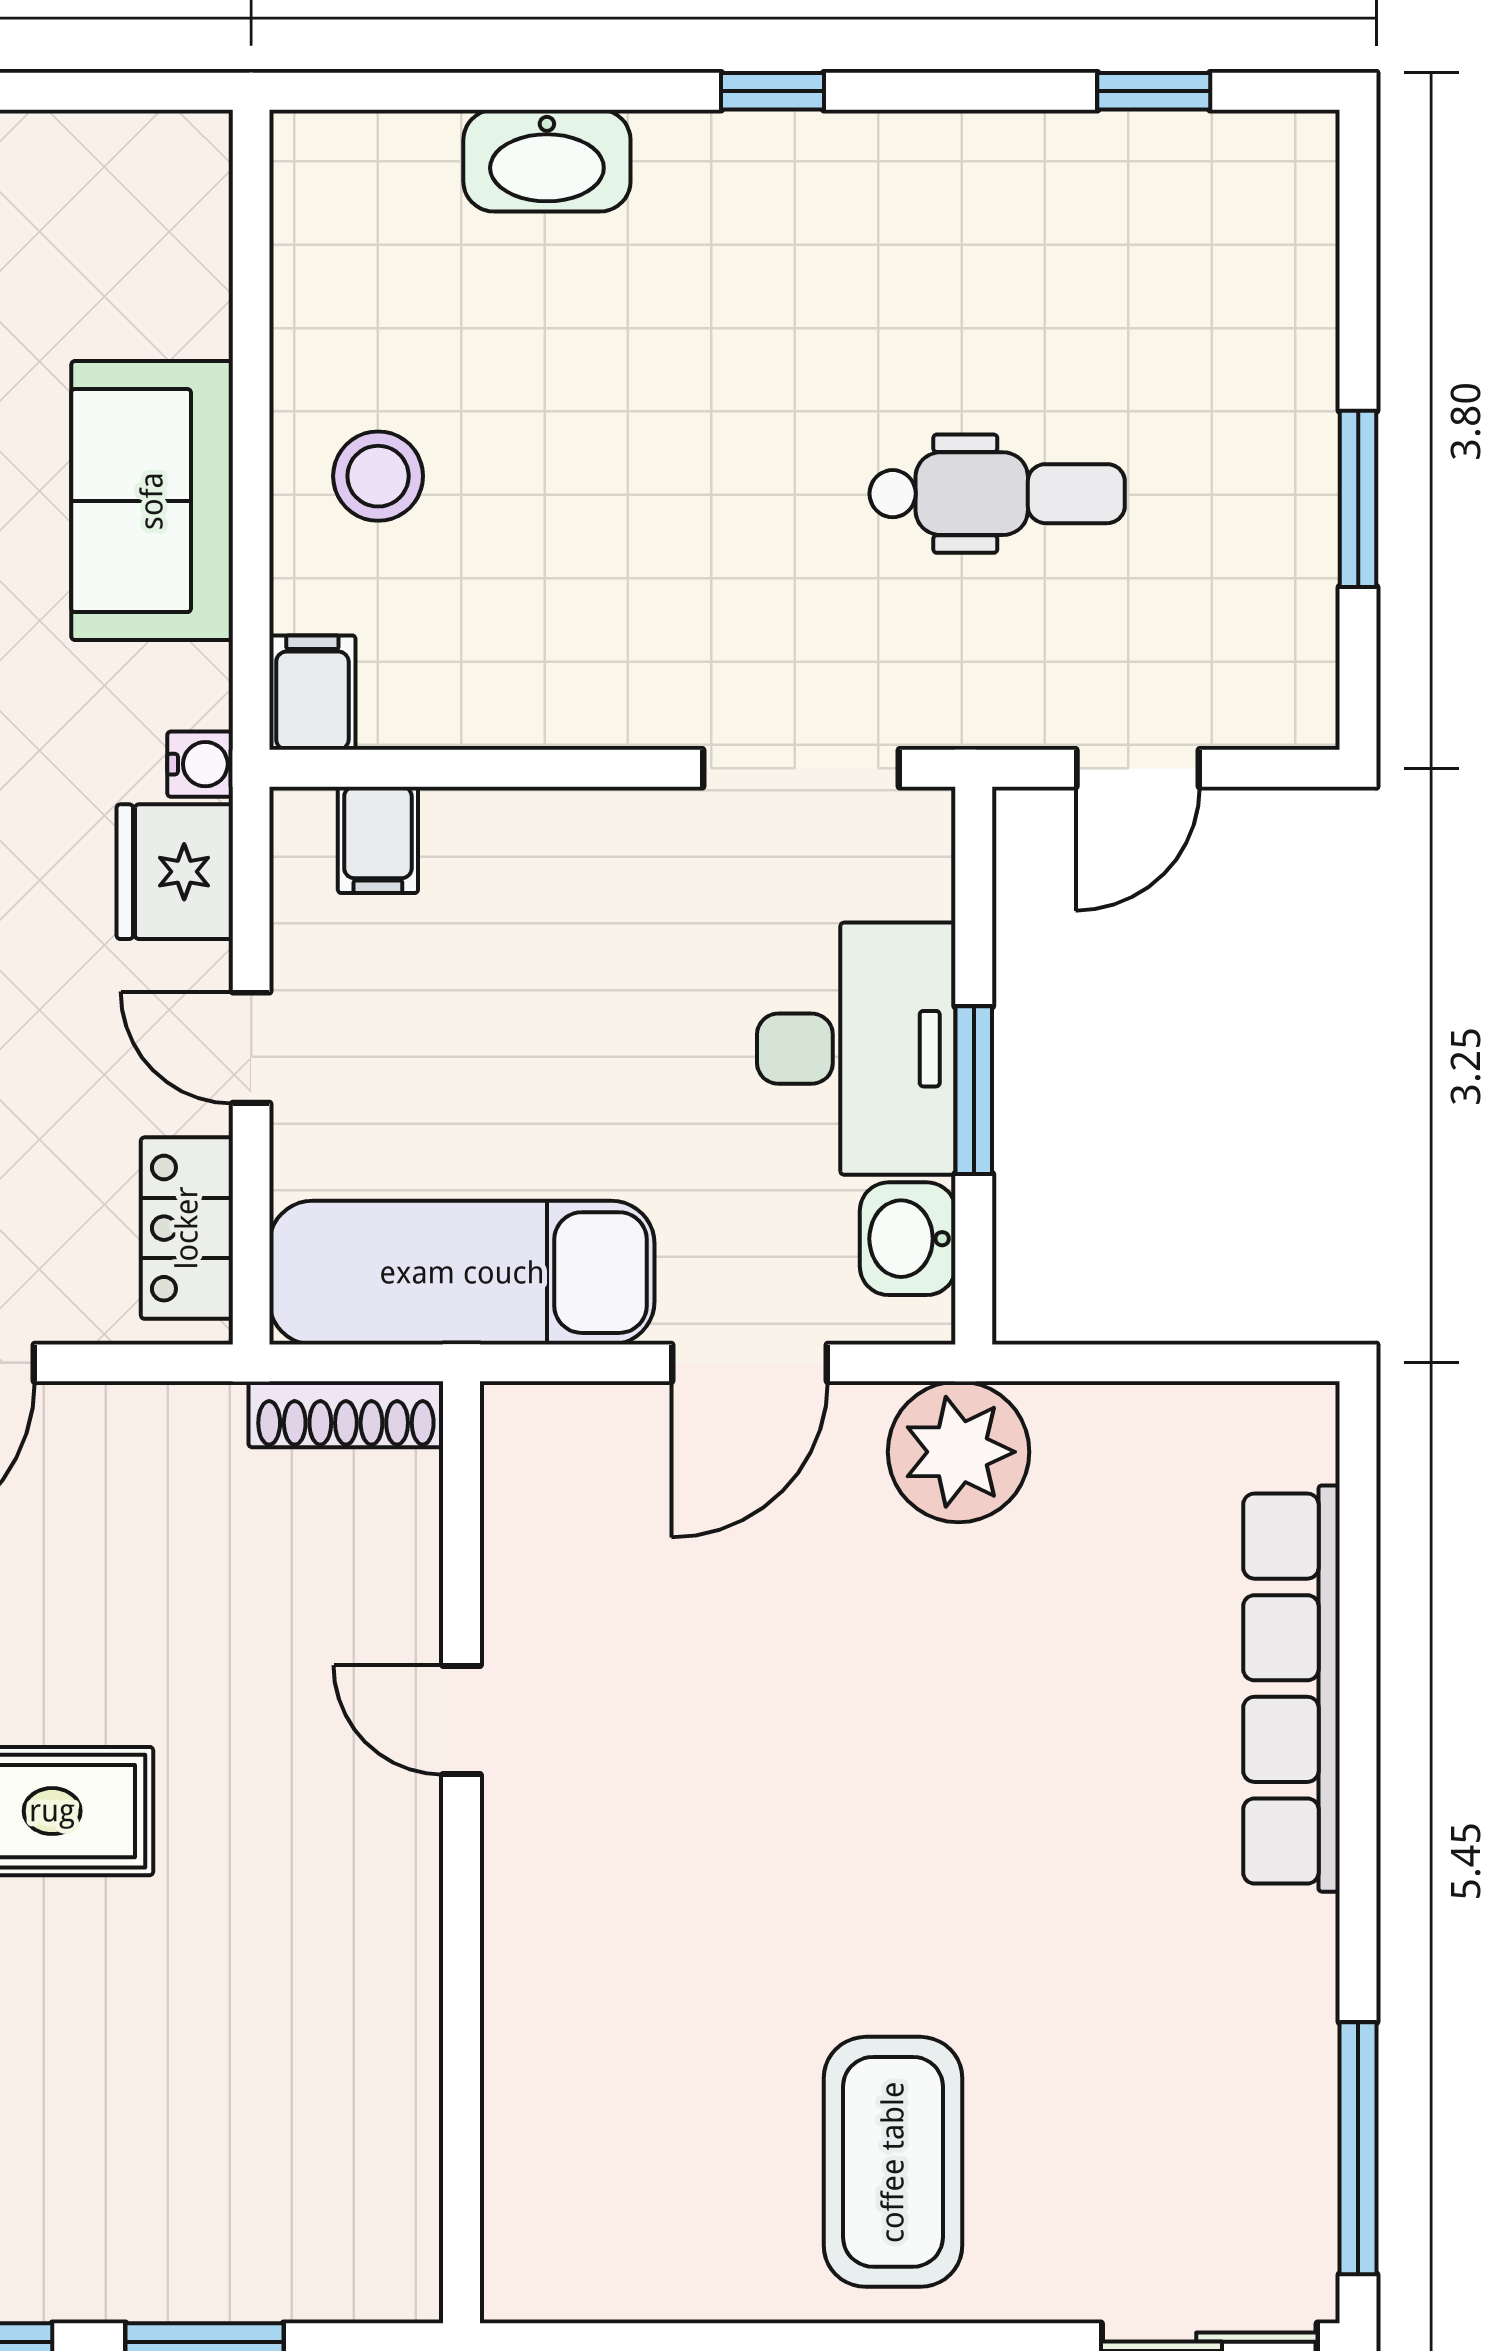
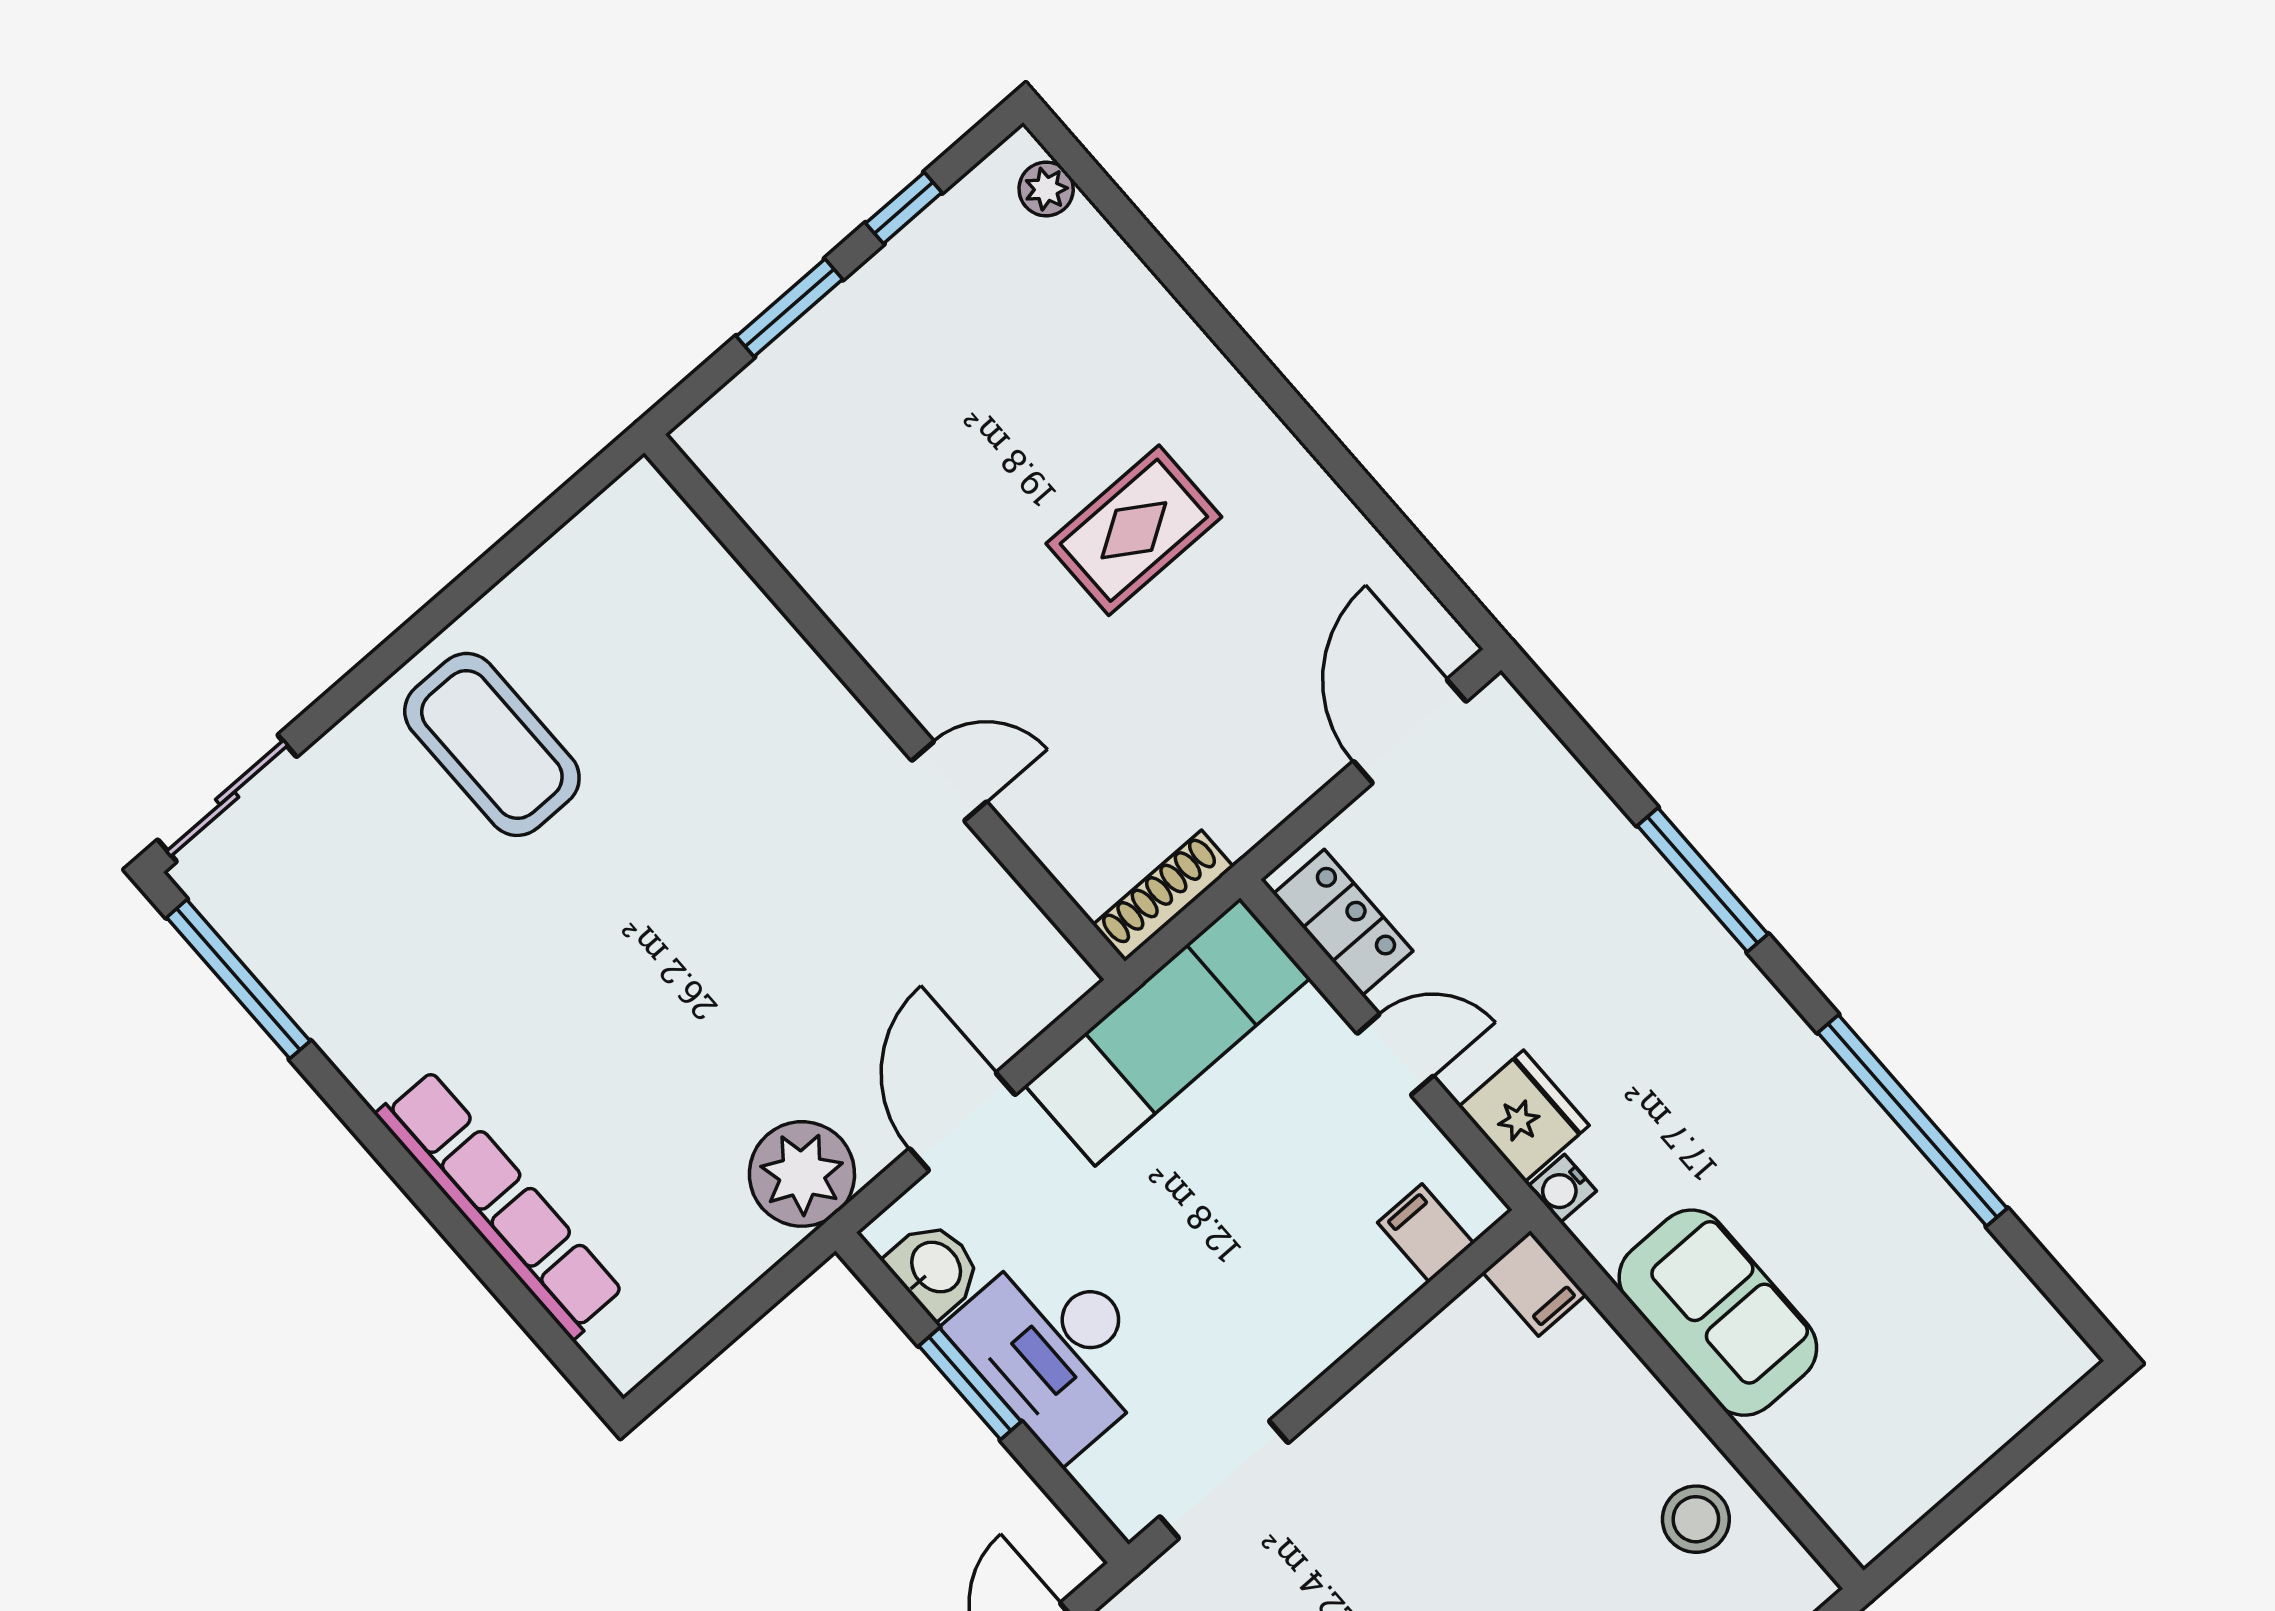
stool: (378, 476) -> (1696, 1519), moved

